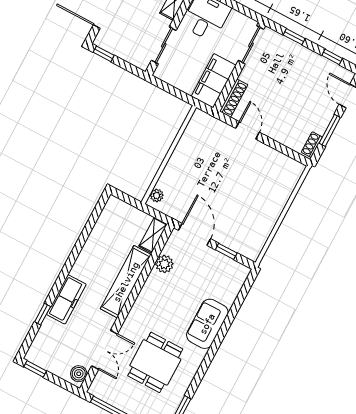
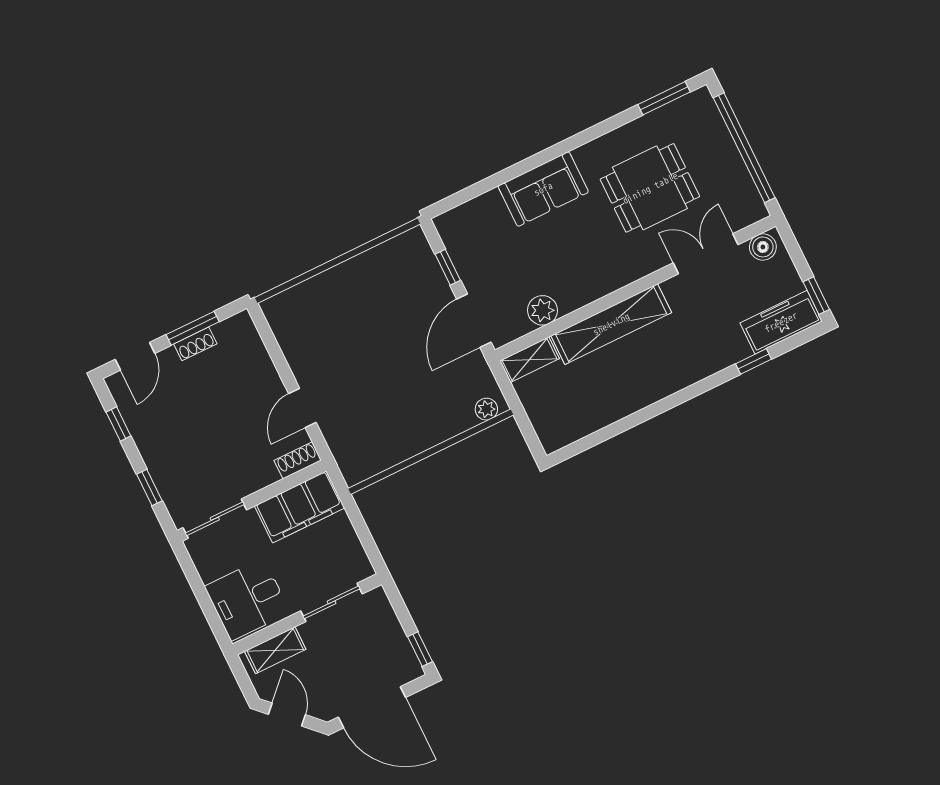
shoe rack: (234, 98) -> (298, 460), width x0.70
shoe rack: (312, 145) -> (195, 344), moved
freezer: (66, 299) -> (781, 322), moved

